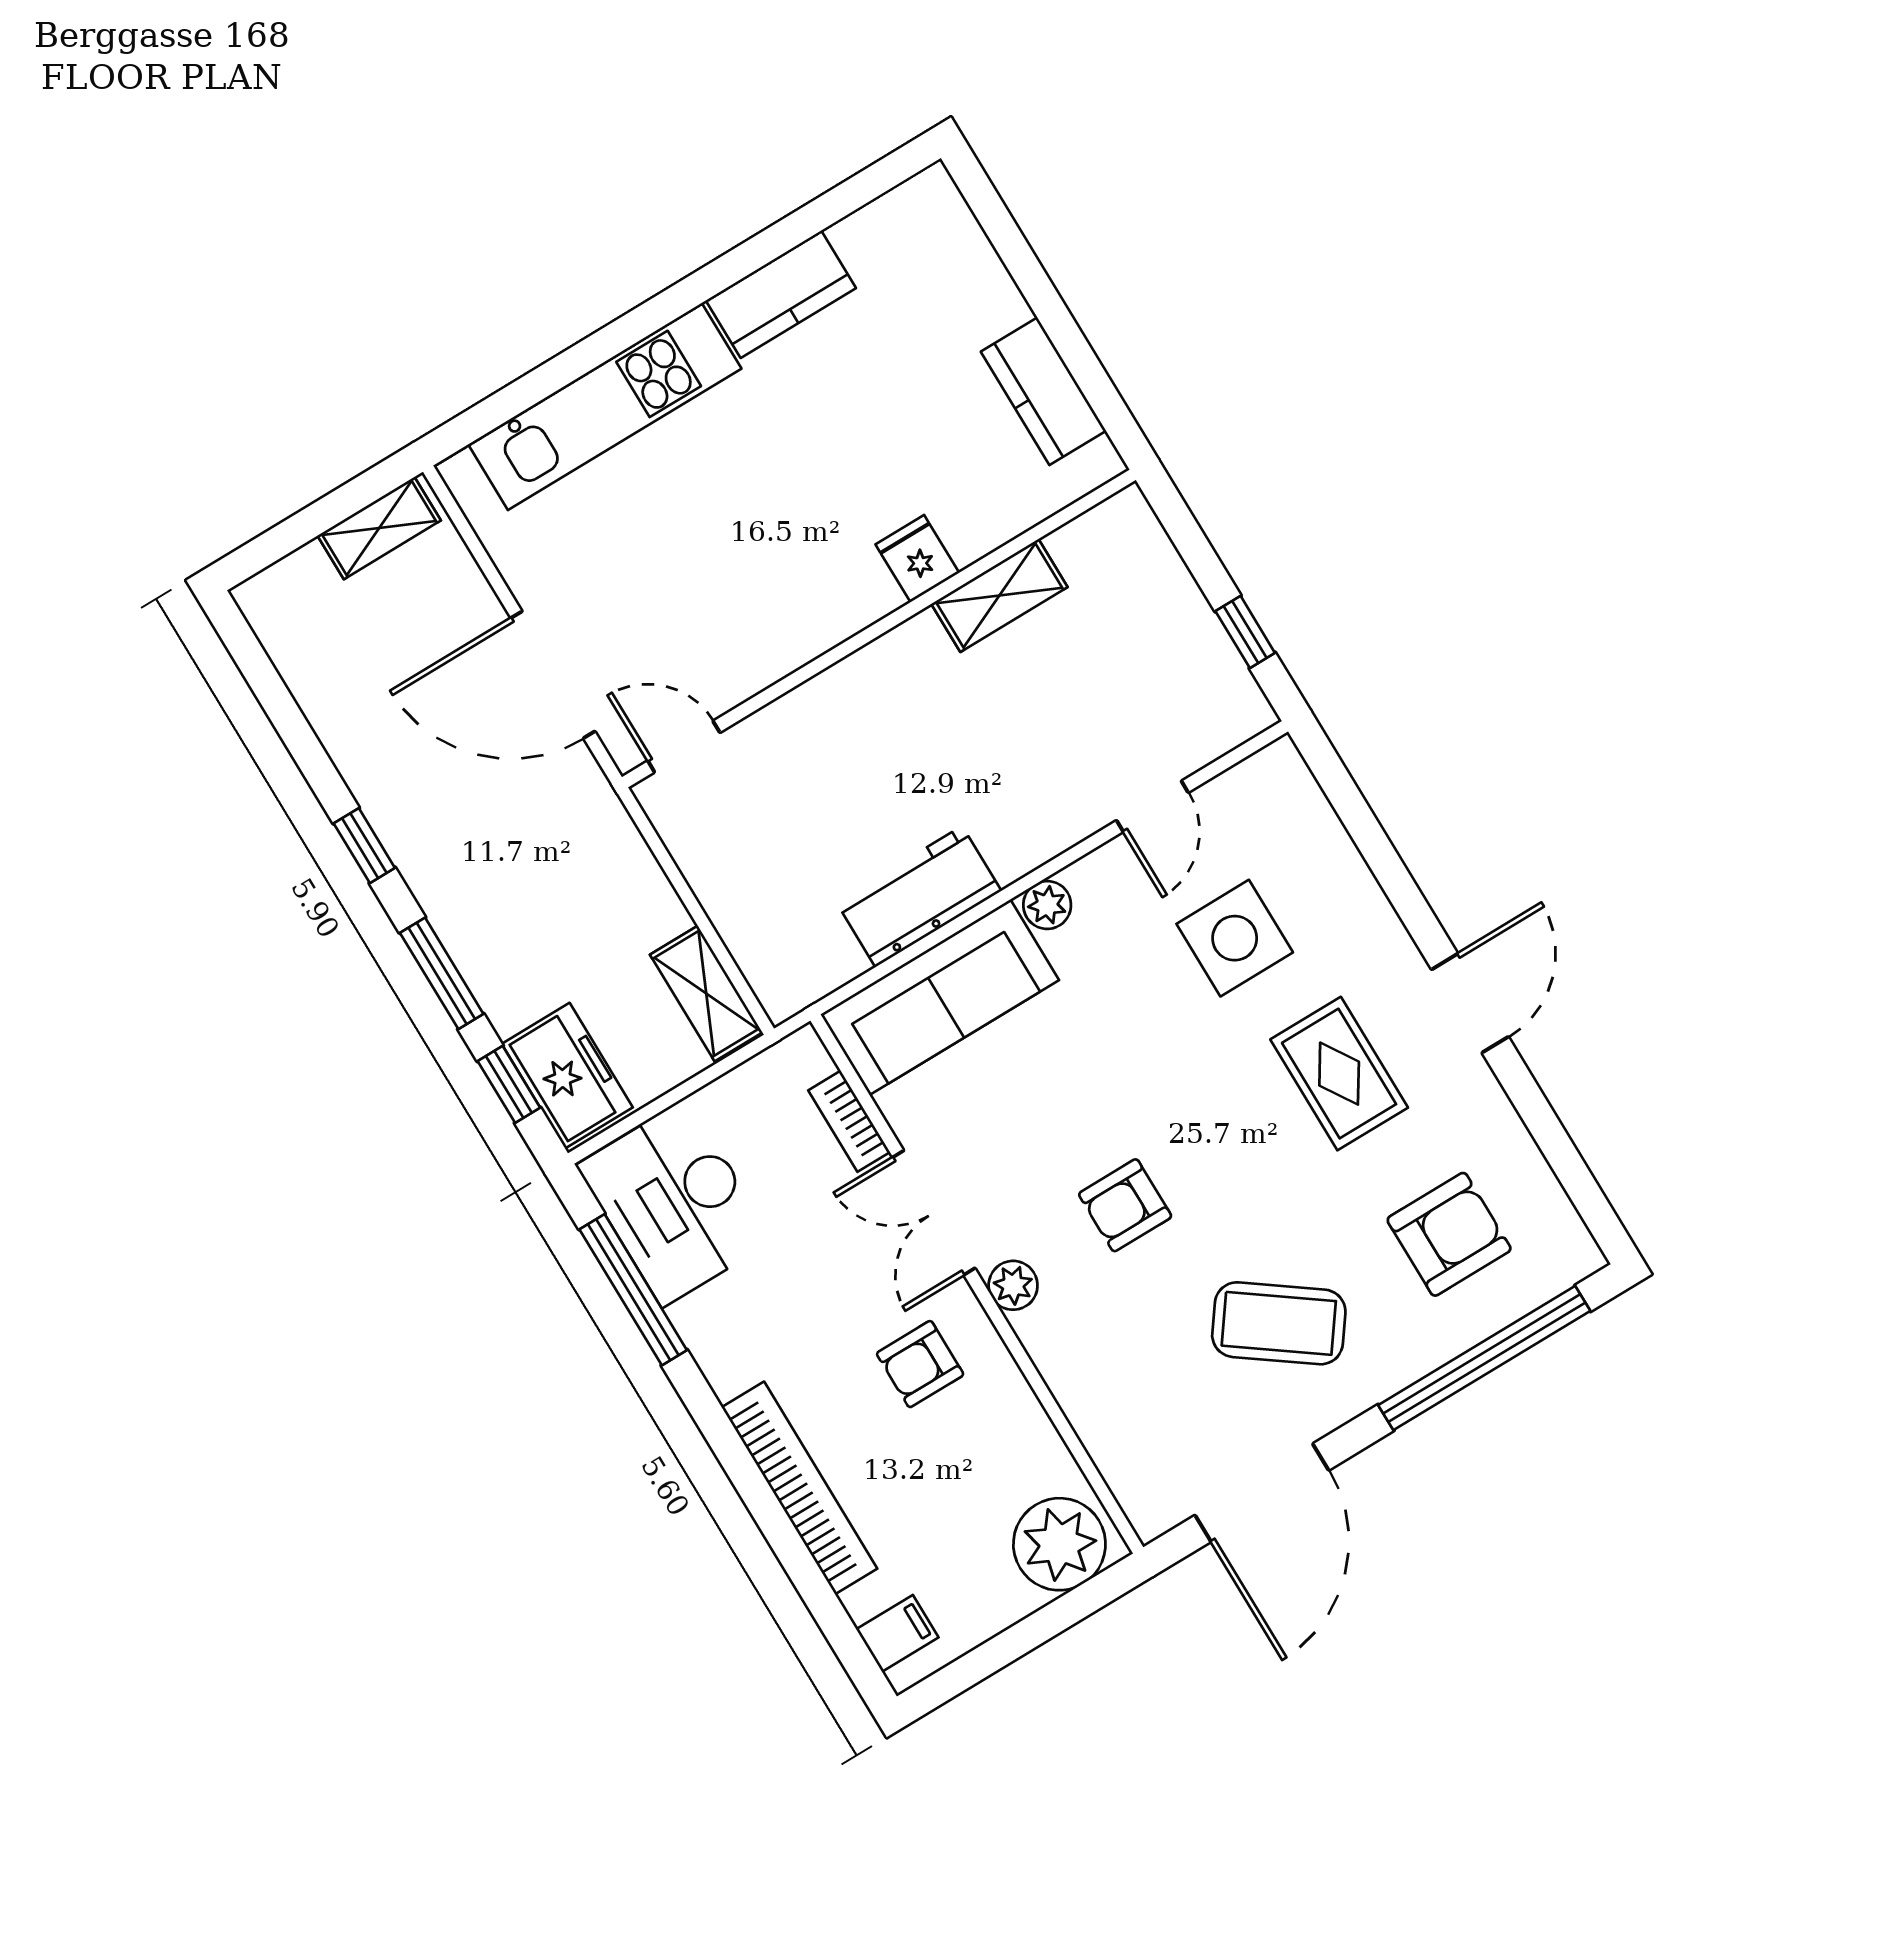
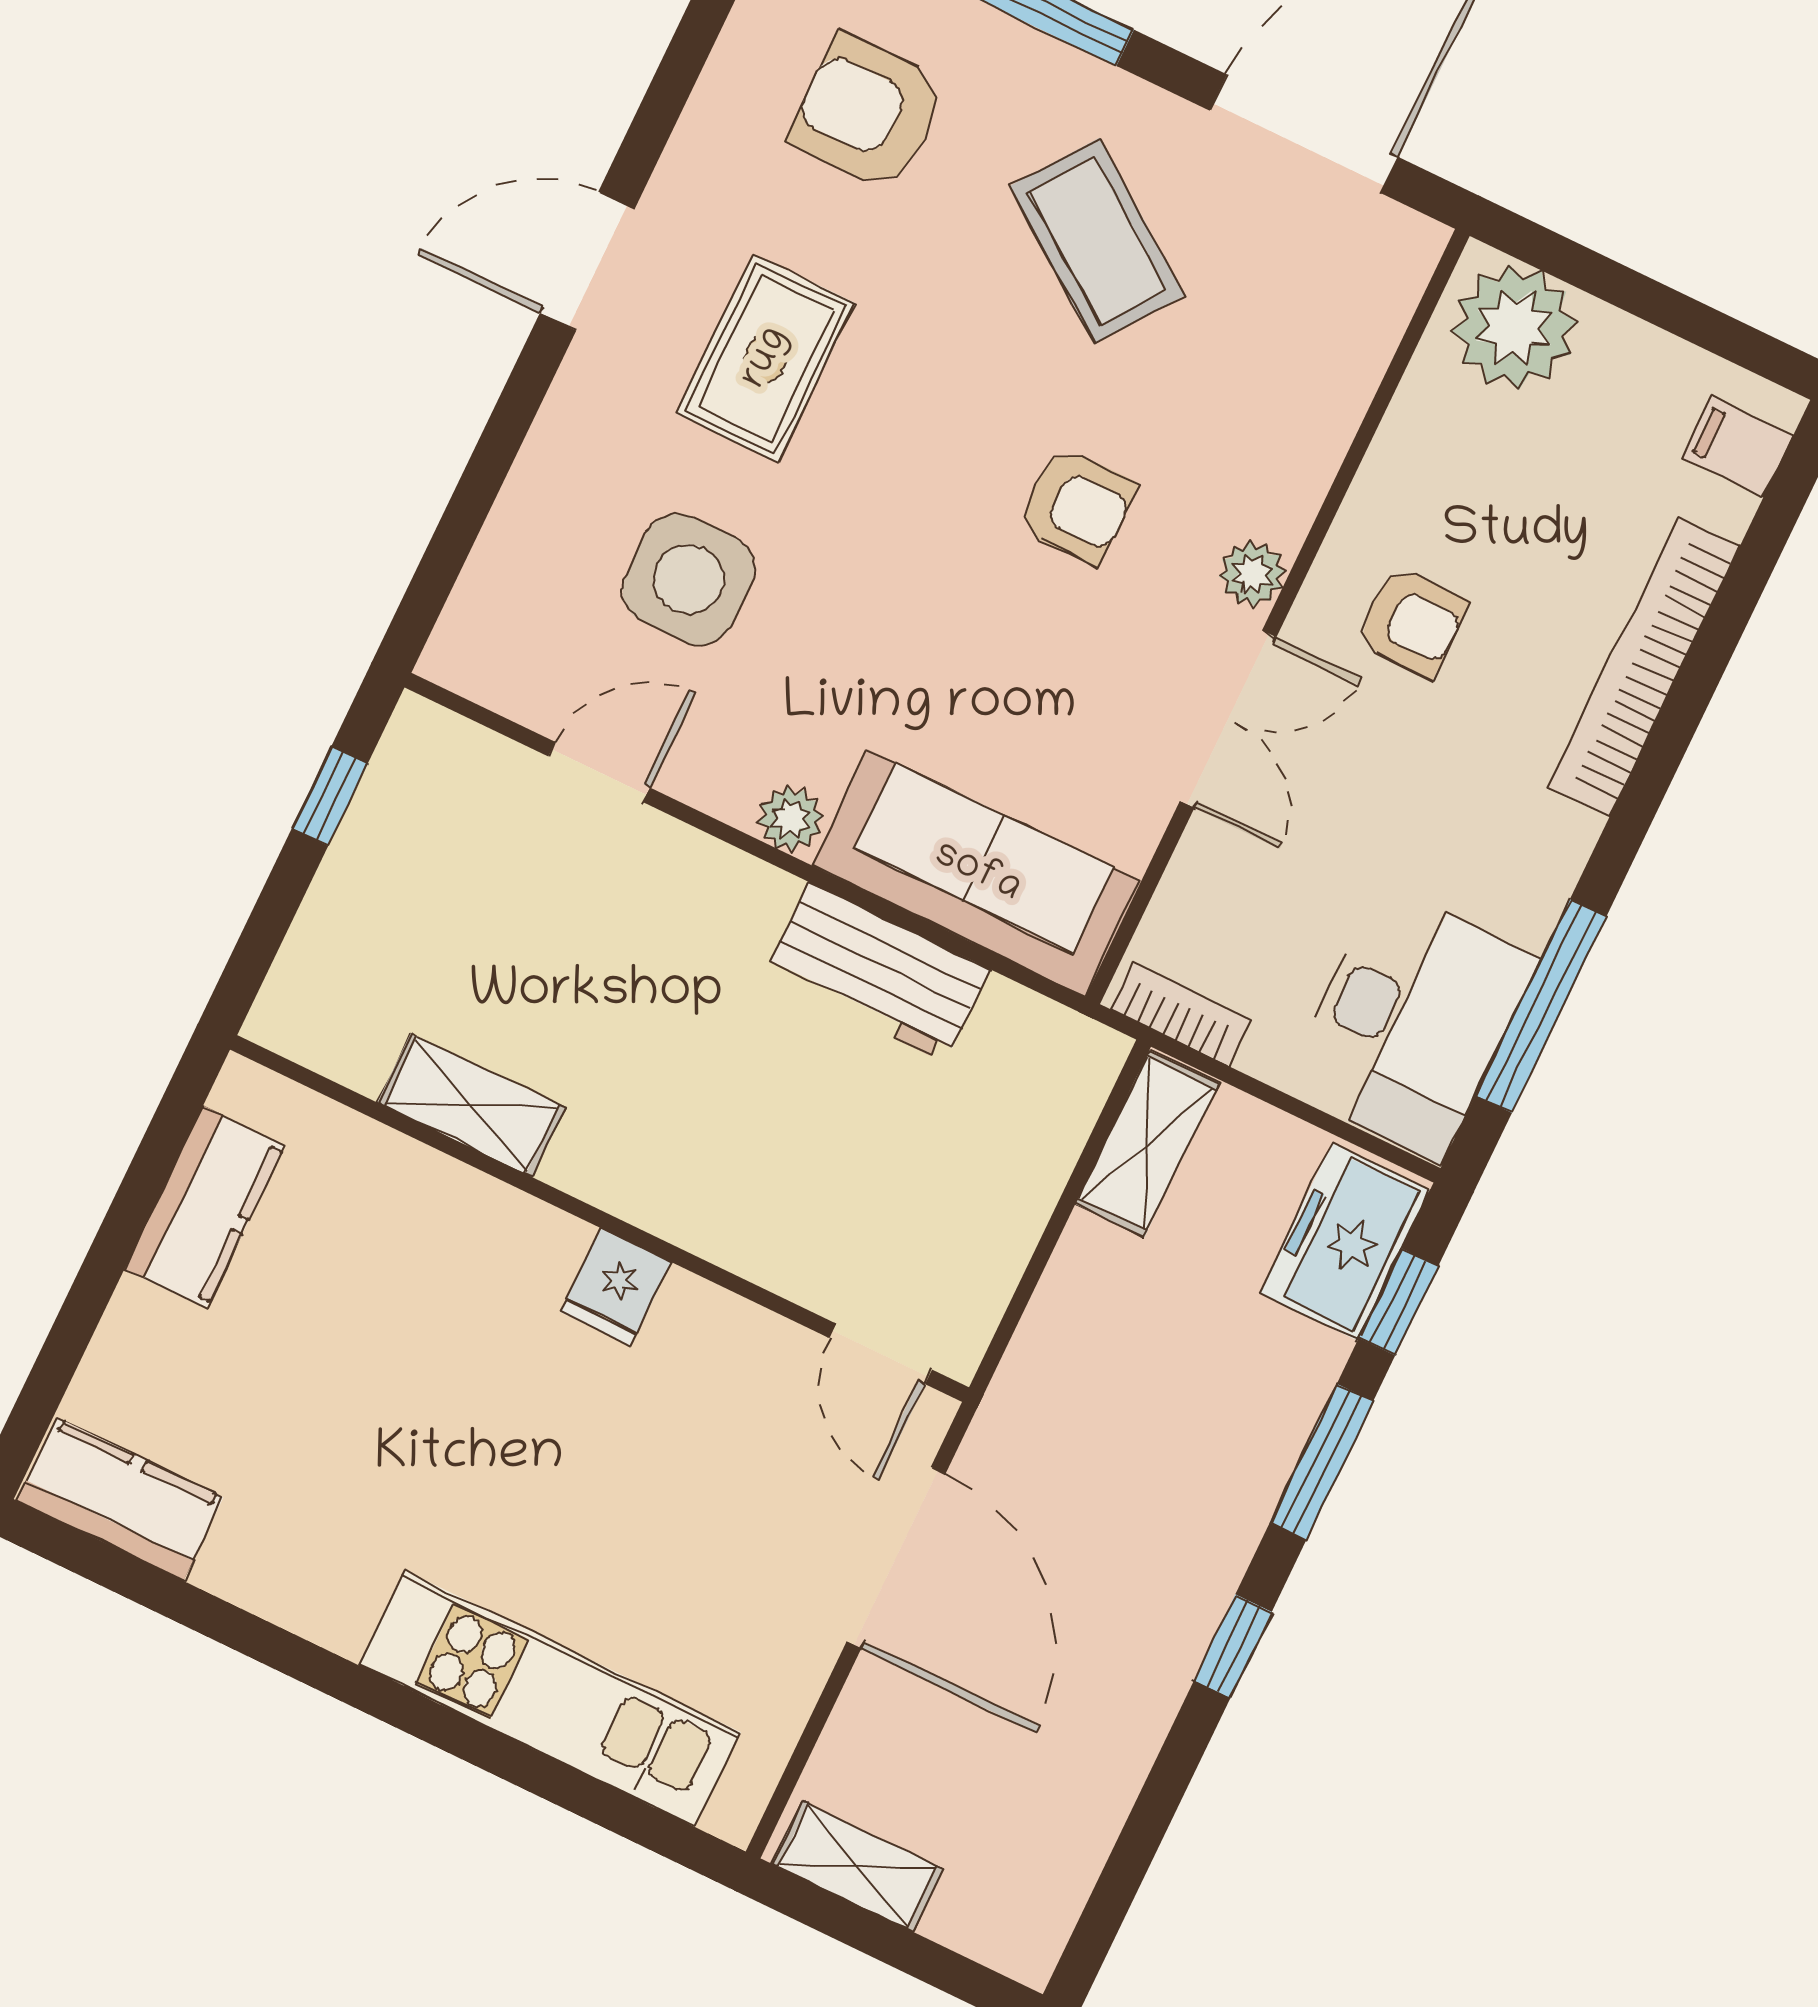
kitchen counter: (781, 294) -> (120, 1499), moved
fridge: (917, 559) -> (616, 1287), moved
bookcase: (849, 1121) -> (1180, 1014), moved, turned -90

